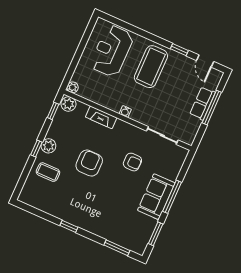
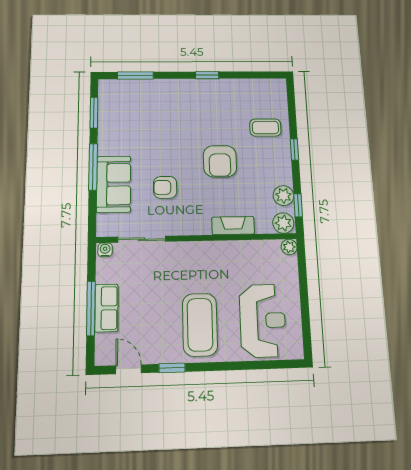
water cooler: (125, 112) -> (105, 250), moved
plant: (48, 146) -> (283, 196), moved
sofa: (156, 197) -> (114, 184), moved

